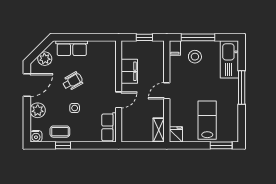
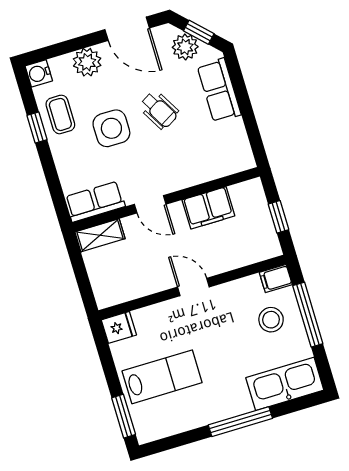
window: (39, 50) -> (199, 32), added
side table: (75, 108) -> (111, 128), width x1.87, depth x1.87
shelving: (159, 130) -> (100, 235), moved

